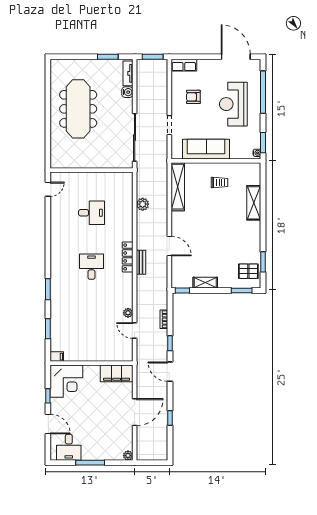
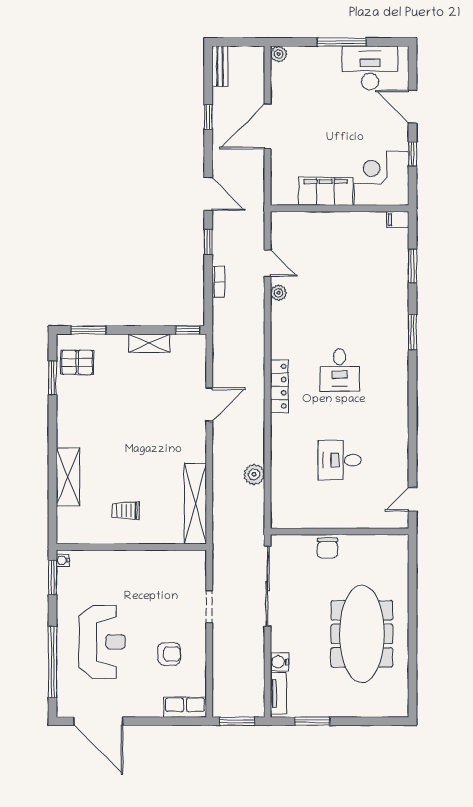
sofa: (206, 149) -> (148, 567), removed
chair: (99, 160) -> (327, 548), added
door: (169, 246) -> (209, 404), swing flipped
bench: (141, 262) -> (220, 66), moved
filing cabinet: (117, 373) -> (326, 191), moved
desk: (69, 447) -> (370, 68), width x1.37

